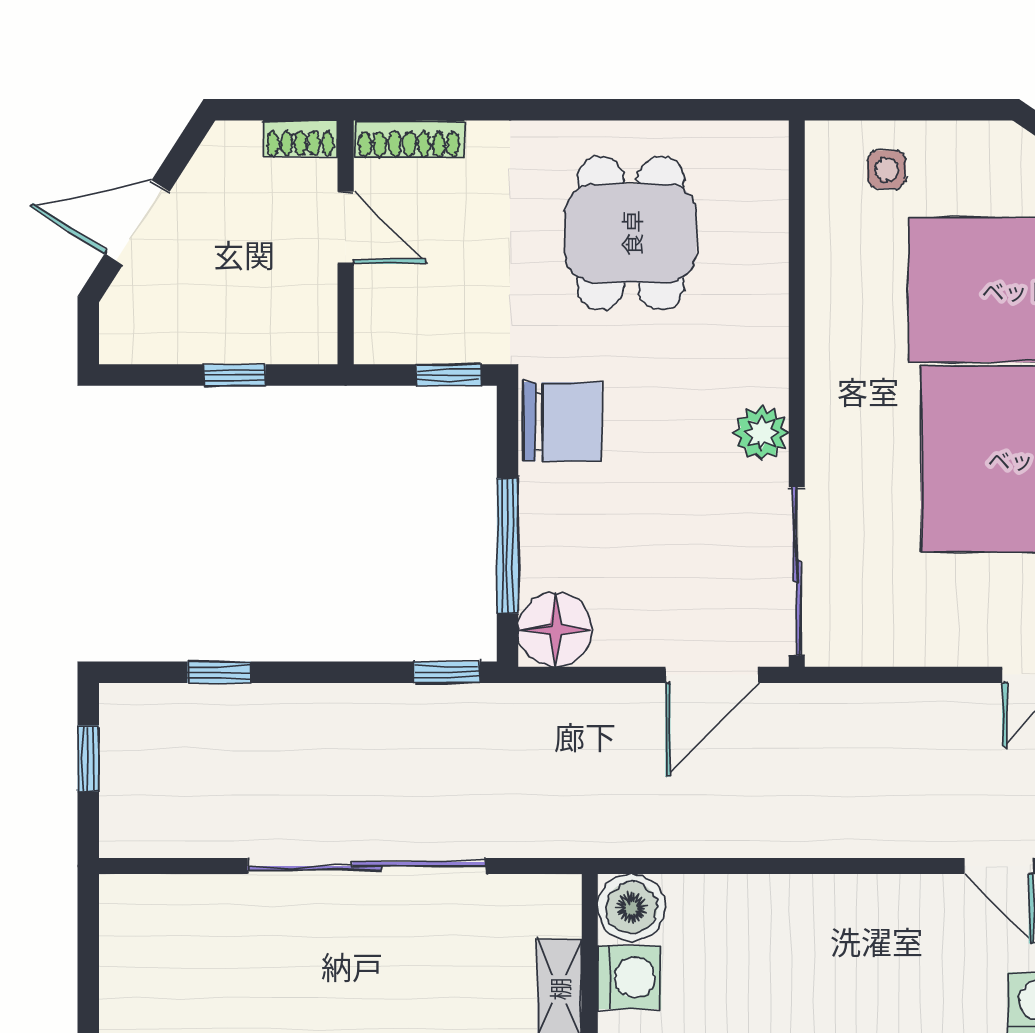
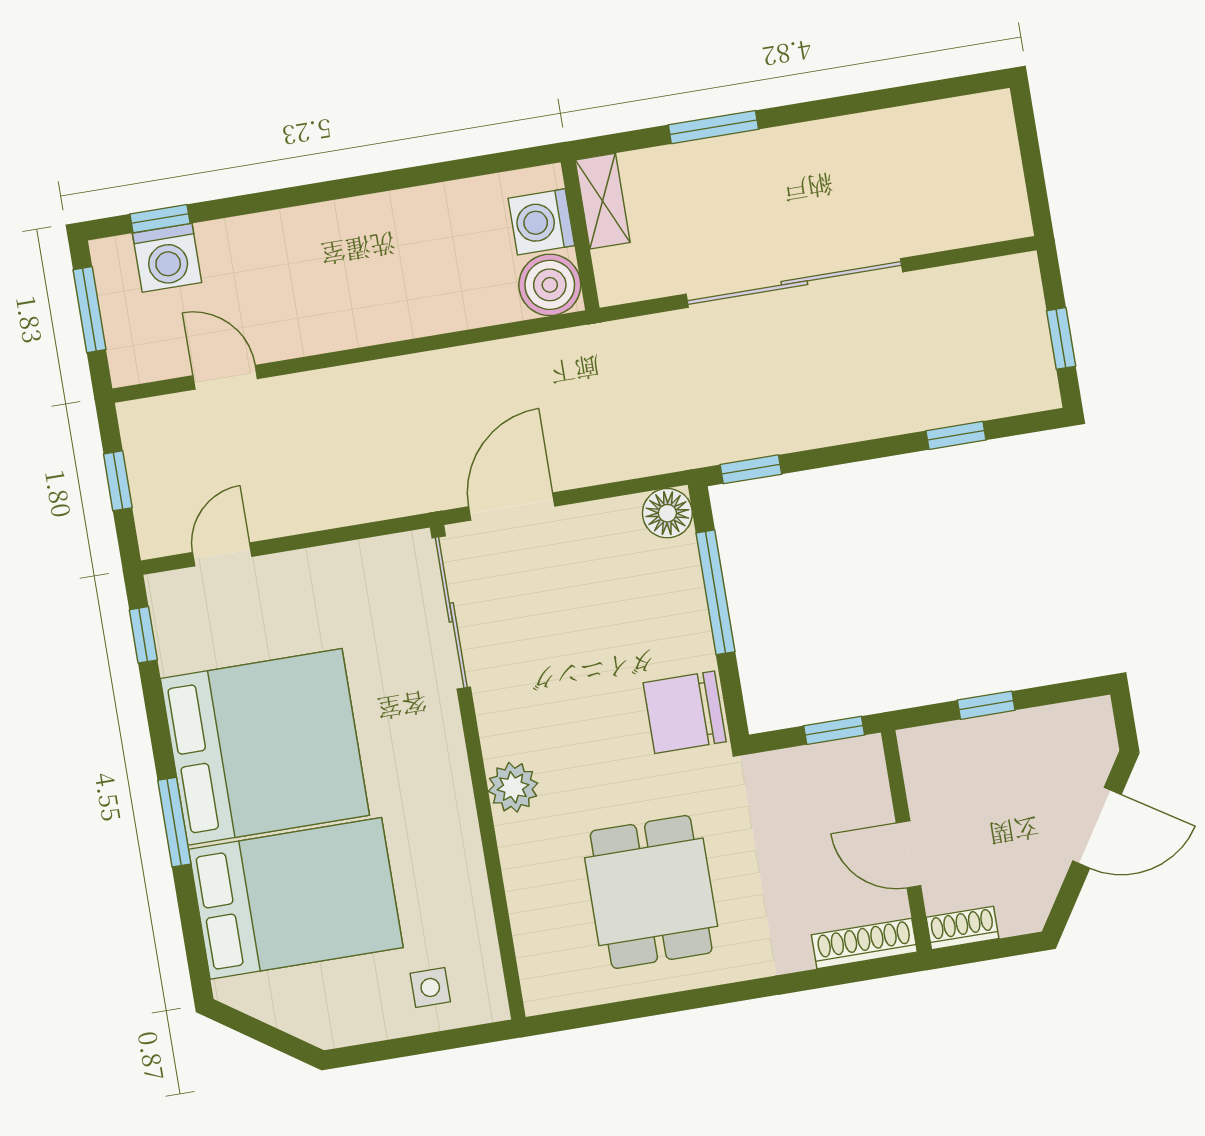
window: (449, 375) -> (834, 730), moved
plant: (761, 433) -> (513, 787), moved
floor lamp: (555, 630) -> (667, 513), width x0.73, depth x0.73

